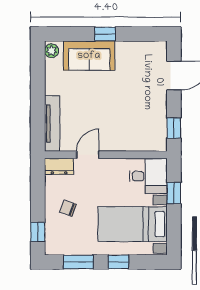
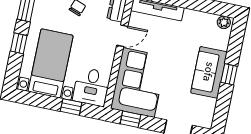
sofa: (89, 56) -> (209, 72), moved
corner sofa: (133, 127) -> (139, 82), added
door: (88, 155) -> (122, 36), hinge flipped

